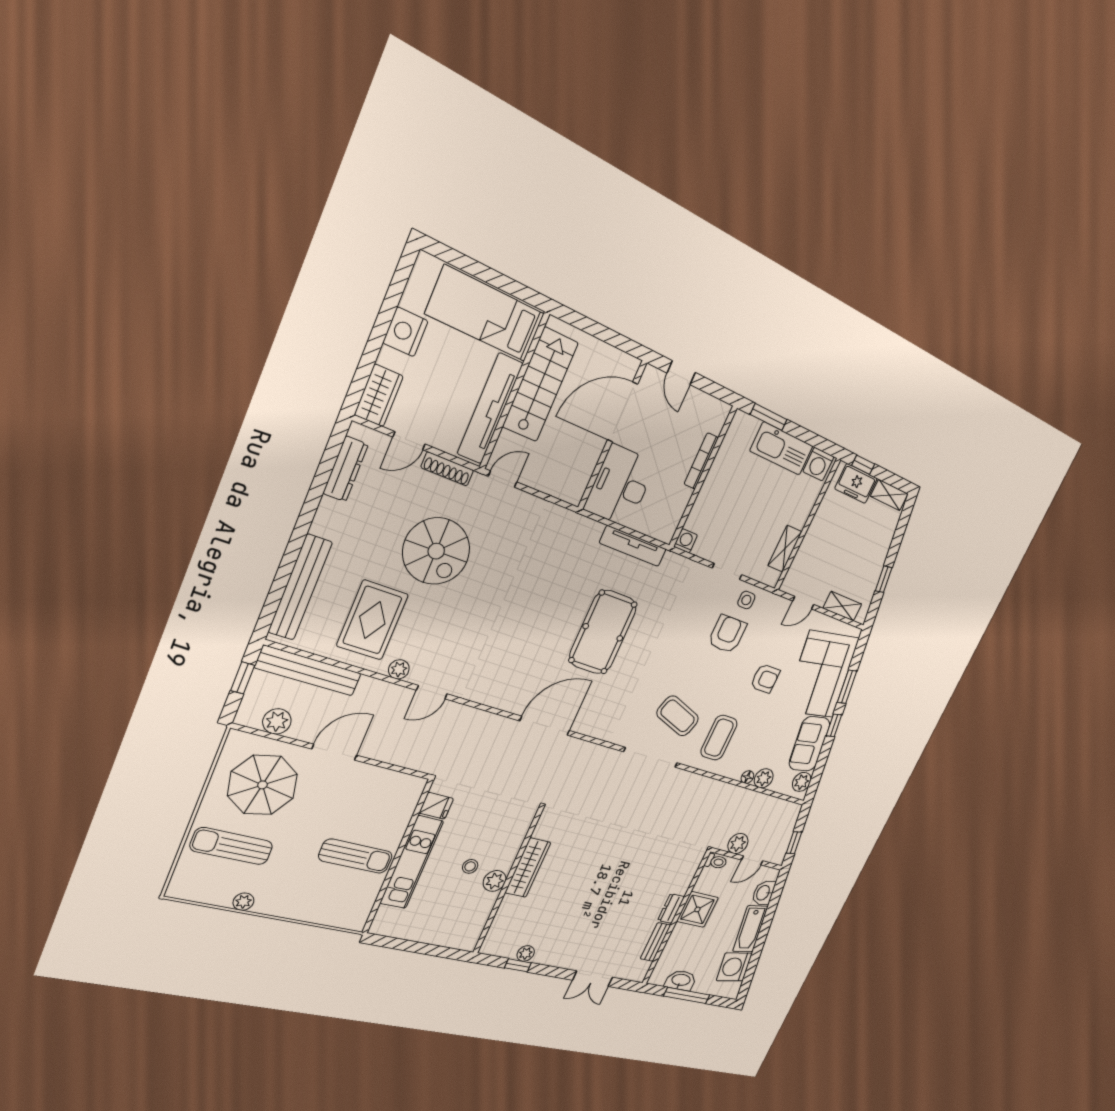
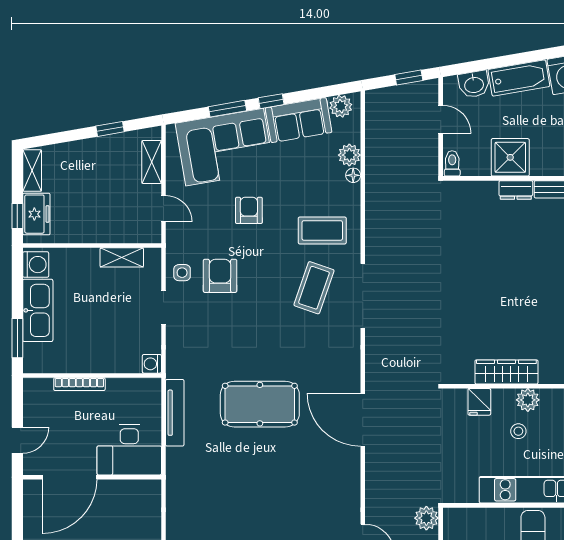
door: (622, 412) -> (70, 477), hinge flipped
armchair: (727, 634) -> (220, 276), turned 90
fridge: (436, 806) -> (479, 402), moved, turned 180
plant: (738, 844) -> (426, 518), moved

